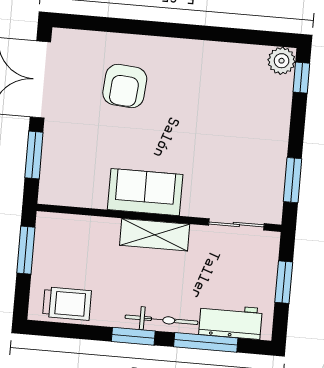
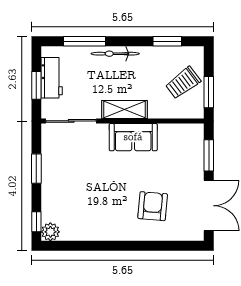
window: (293, 180) -> (36, 169), moved
sliding door: (236, 224) -> (71, 121), width x1.37
trolley: (67, 304) -> (183, 83), moved, turned -37
workbench: (230, 321) -> (52, 78), moved, turned -90
window: (133, 336) -> (167, 41), moved

